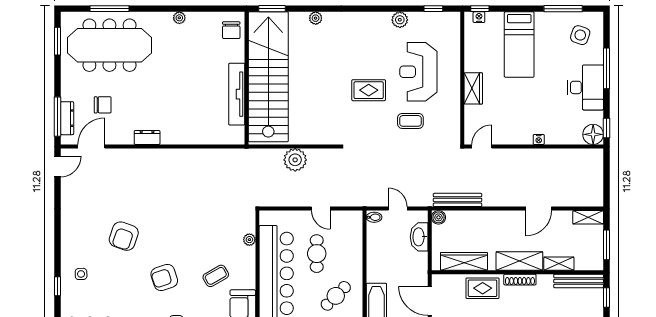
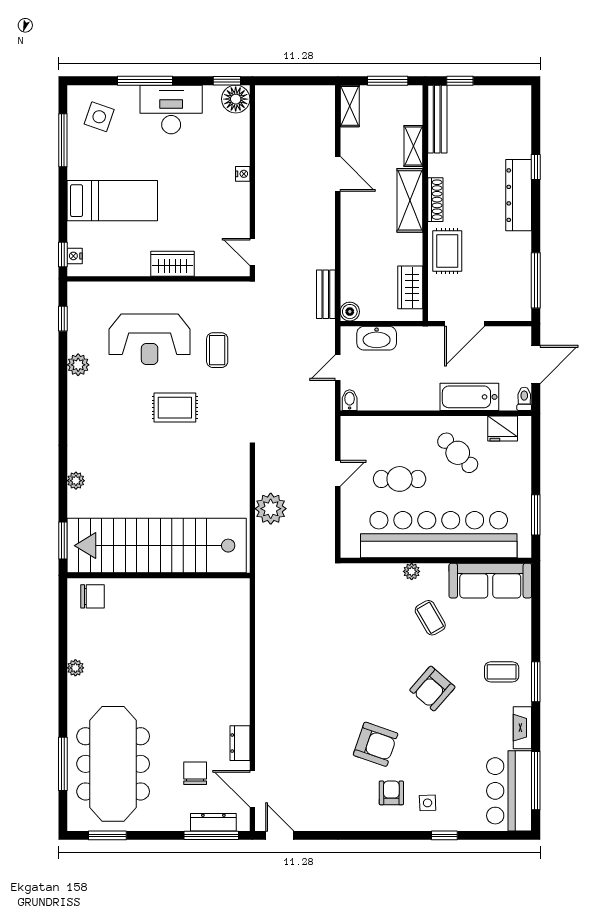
rug: (369, 90) -> (175, 408), turned 90
tv unit: (237, 94) -> (180, 589), removed
dresser: (147, 137) -> (240, 743), moved
bench: (458, 200) -> (326, 294), width x0.73
plant: (249, 240) -> (412, 571), moved
armchair: (88, 248) -> (391, 793), added
wardrobe: (464, 261) -> (410, 287), width x0.67
armchair: (164, 277) -> (432, 689), turned 59

